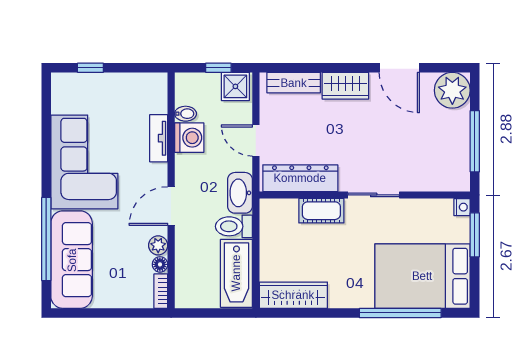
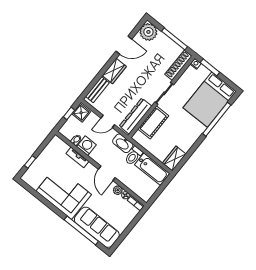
shoe rack: (437, 181) -> (178, 65), added
cot: (321, 211) -> (153, 122), width x1.37, depth x1.34
wardrobe: (293, 295) -> (174, 159), width x0.67

